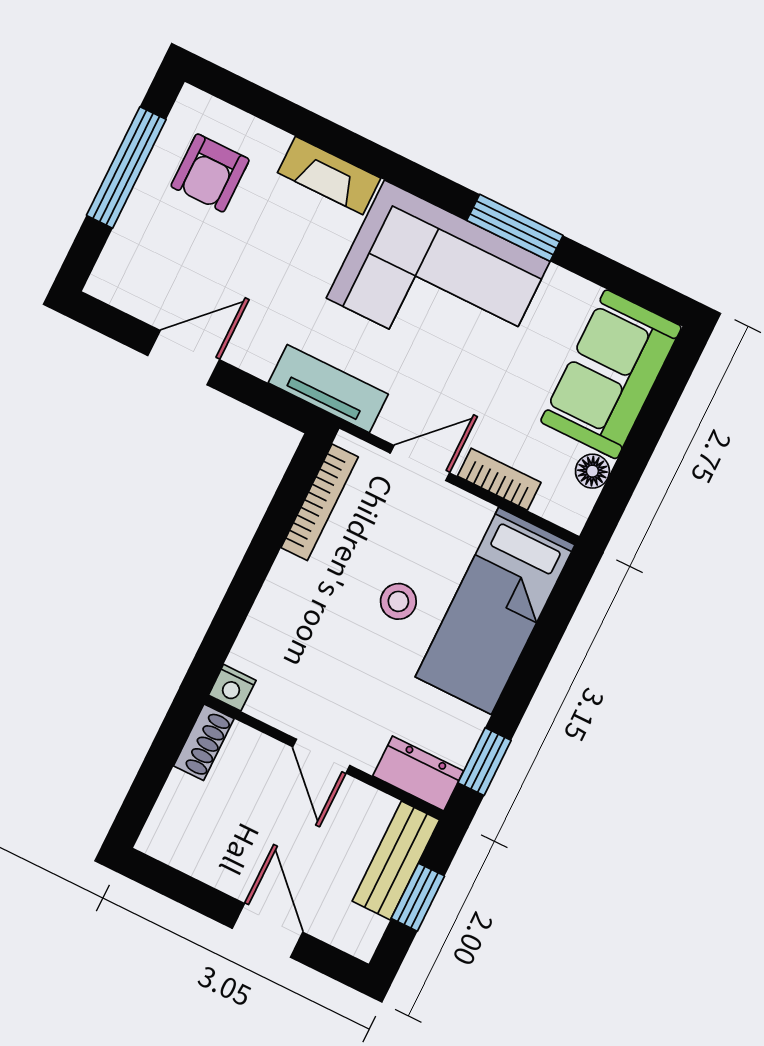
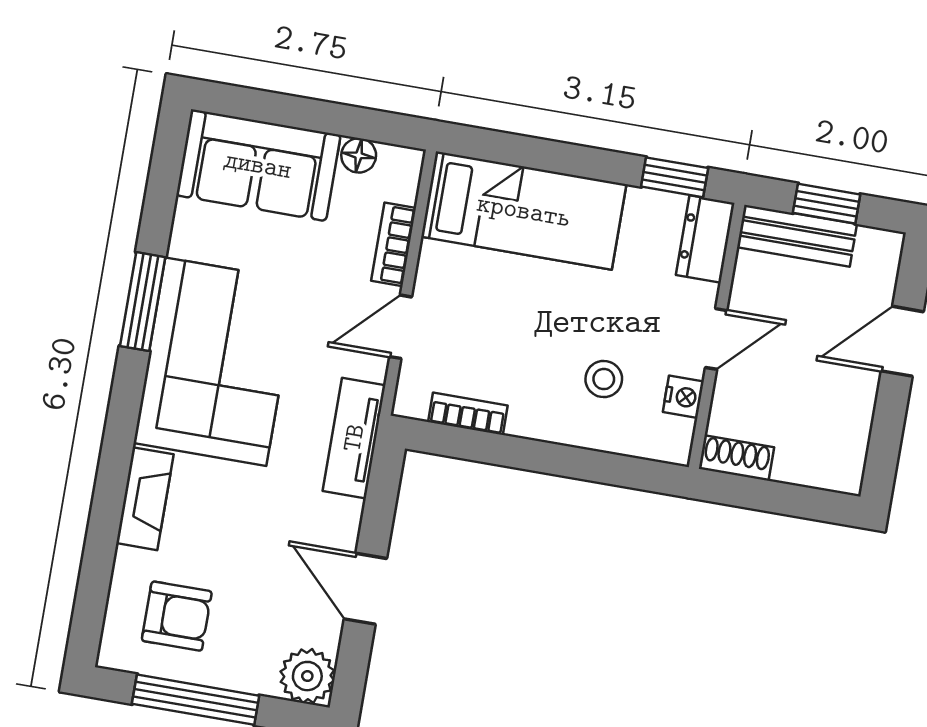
plant: (118, 279) -> (307, 676), added
door: (420, 463) -> (401, 327), hinge flipped
bookcase: (320, 502) -> (468, 414), width x0.64
stool: (398, 601) -> (604, 379), moved
nightstand: (232, 688) -> (683, 397), moved

